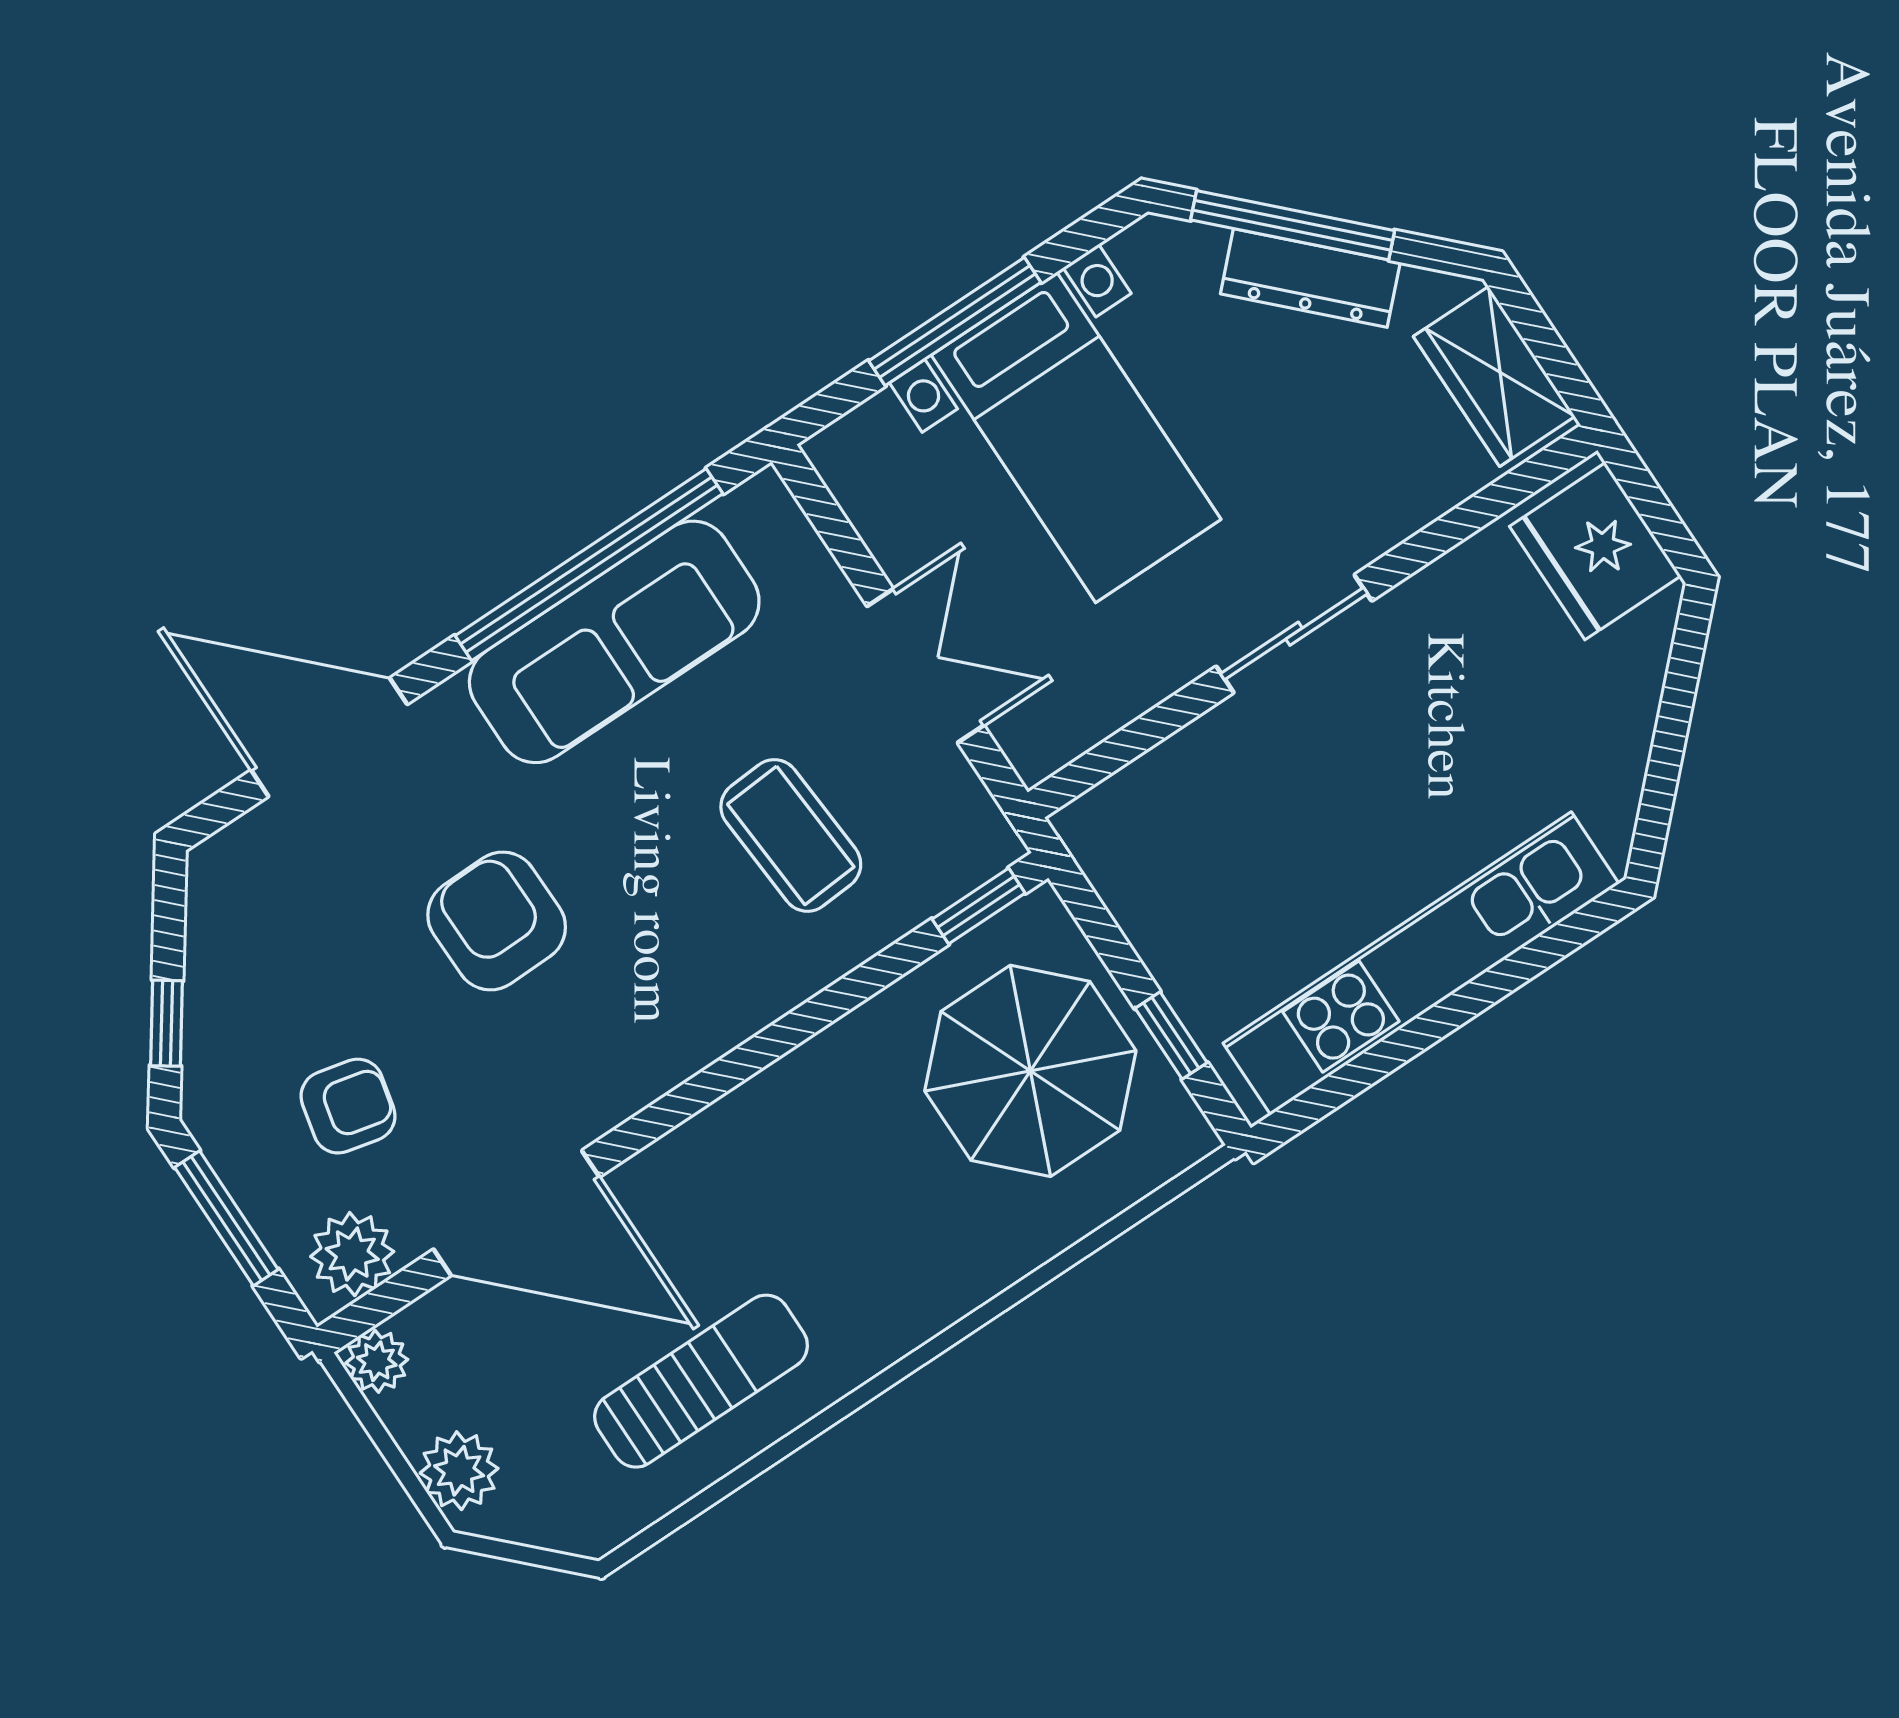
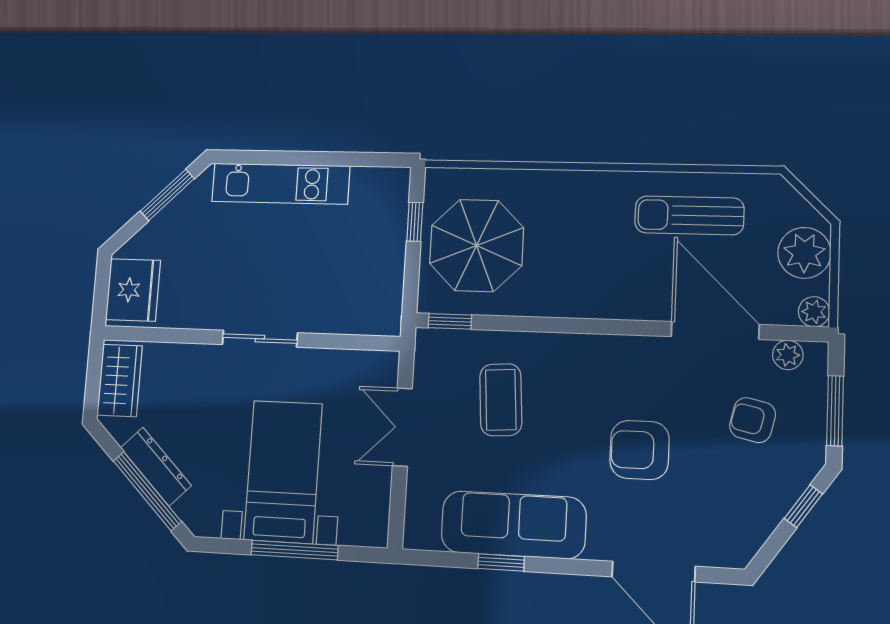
window: (589, 565) -> (501, 562), width x0.32
window: (1665, 765) -> (167, 195), added
armchair: (497, 921) -> (639, 450), turned 91
kitchen unit: (1421, 963) -> (281, 184), width x0.73
plant: (352, 1254) -> (788, 355), width x0.73, depth x0.73
plant: (459, 1471) -> (804, 253), width x1.36, depth x1.36

